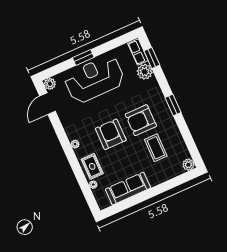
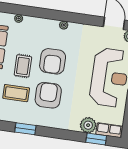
window: (173, 105) -> (25, 129), moved
armchair: (111, 134) -> (53, 61), turned 90
rug: (92, 166) -> (23, 66), moved, turned 90

